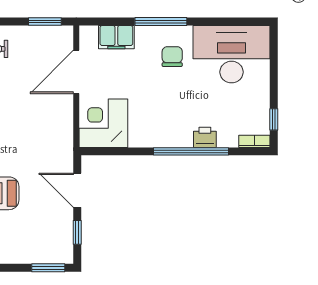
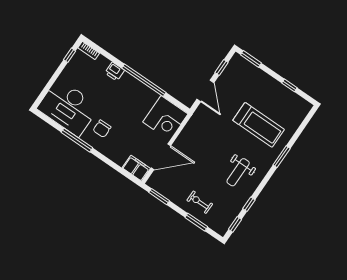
window: (161, 22) -> (77, 140), moved
filing cabinet: (116, 37) -> (136, 168), moved
window: (191, 151) -> (144, 80), moved

